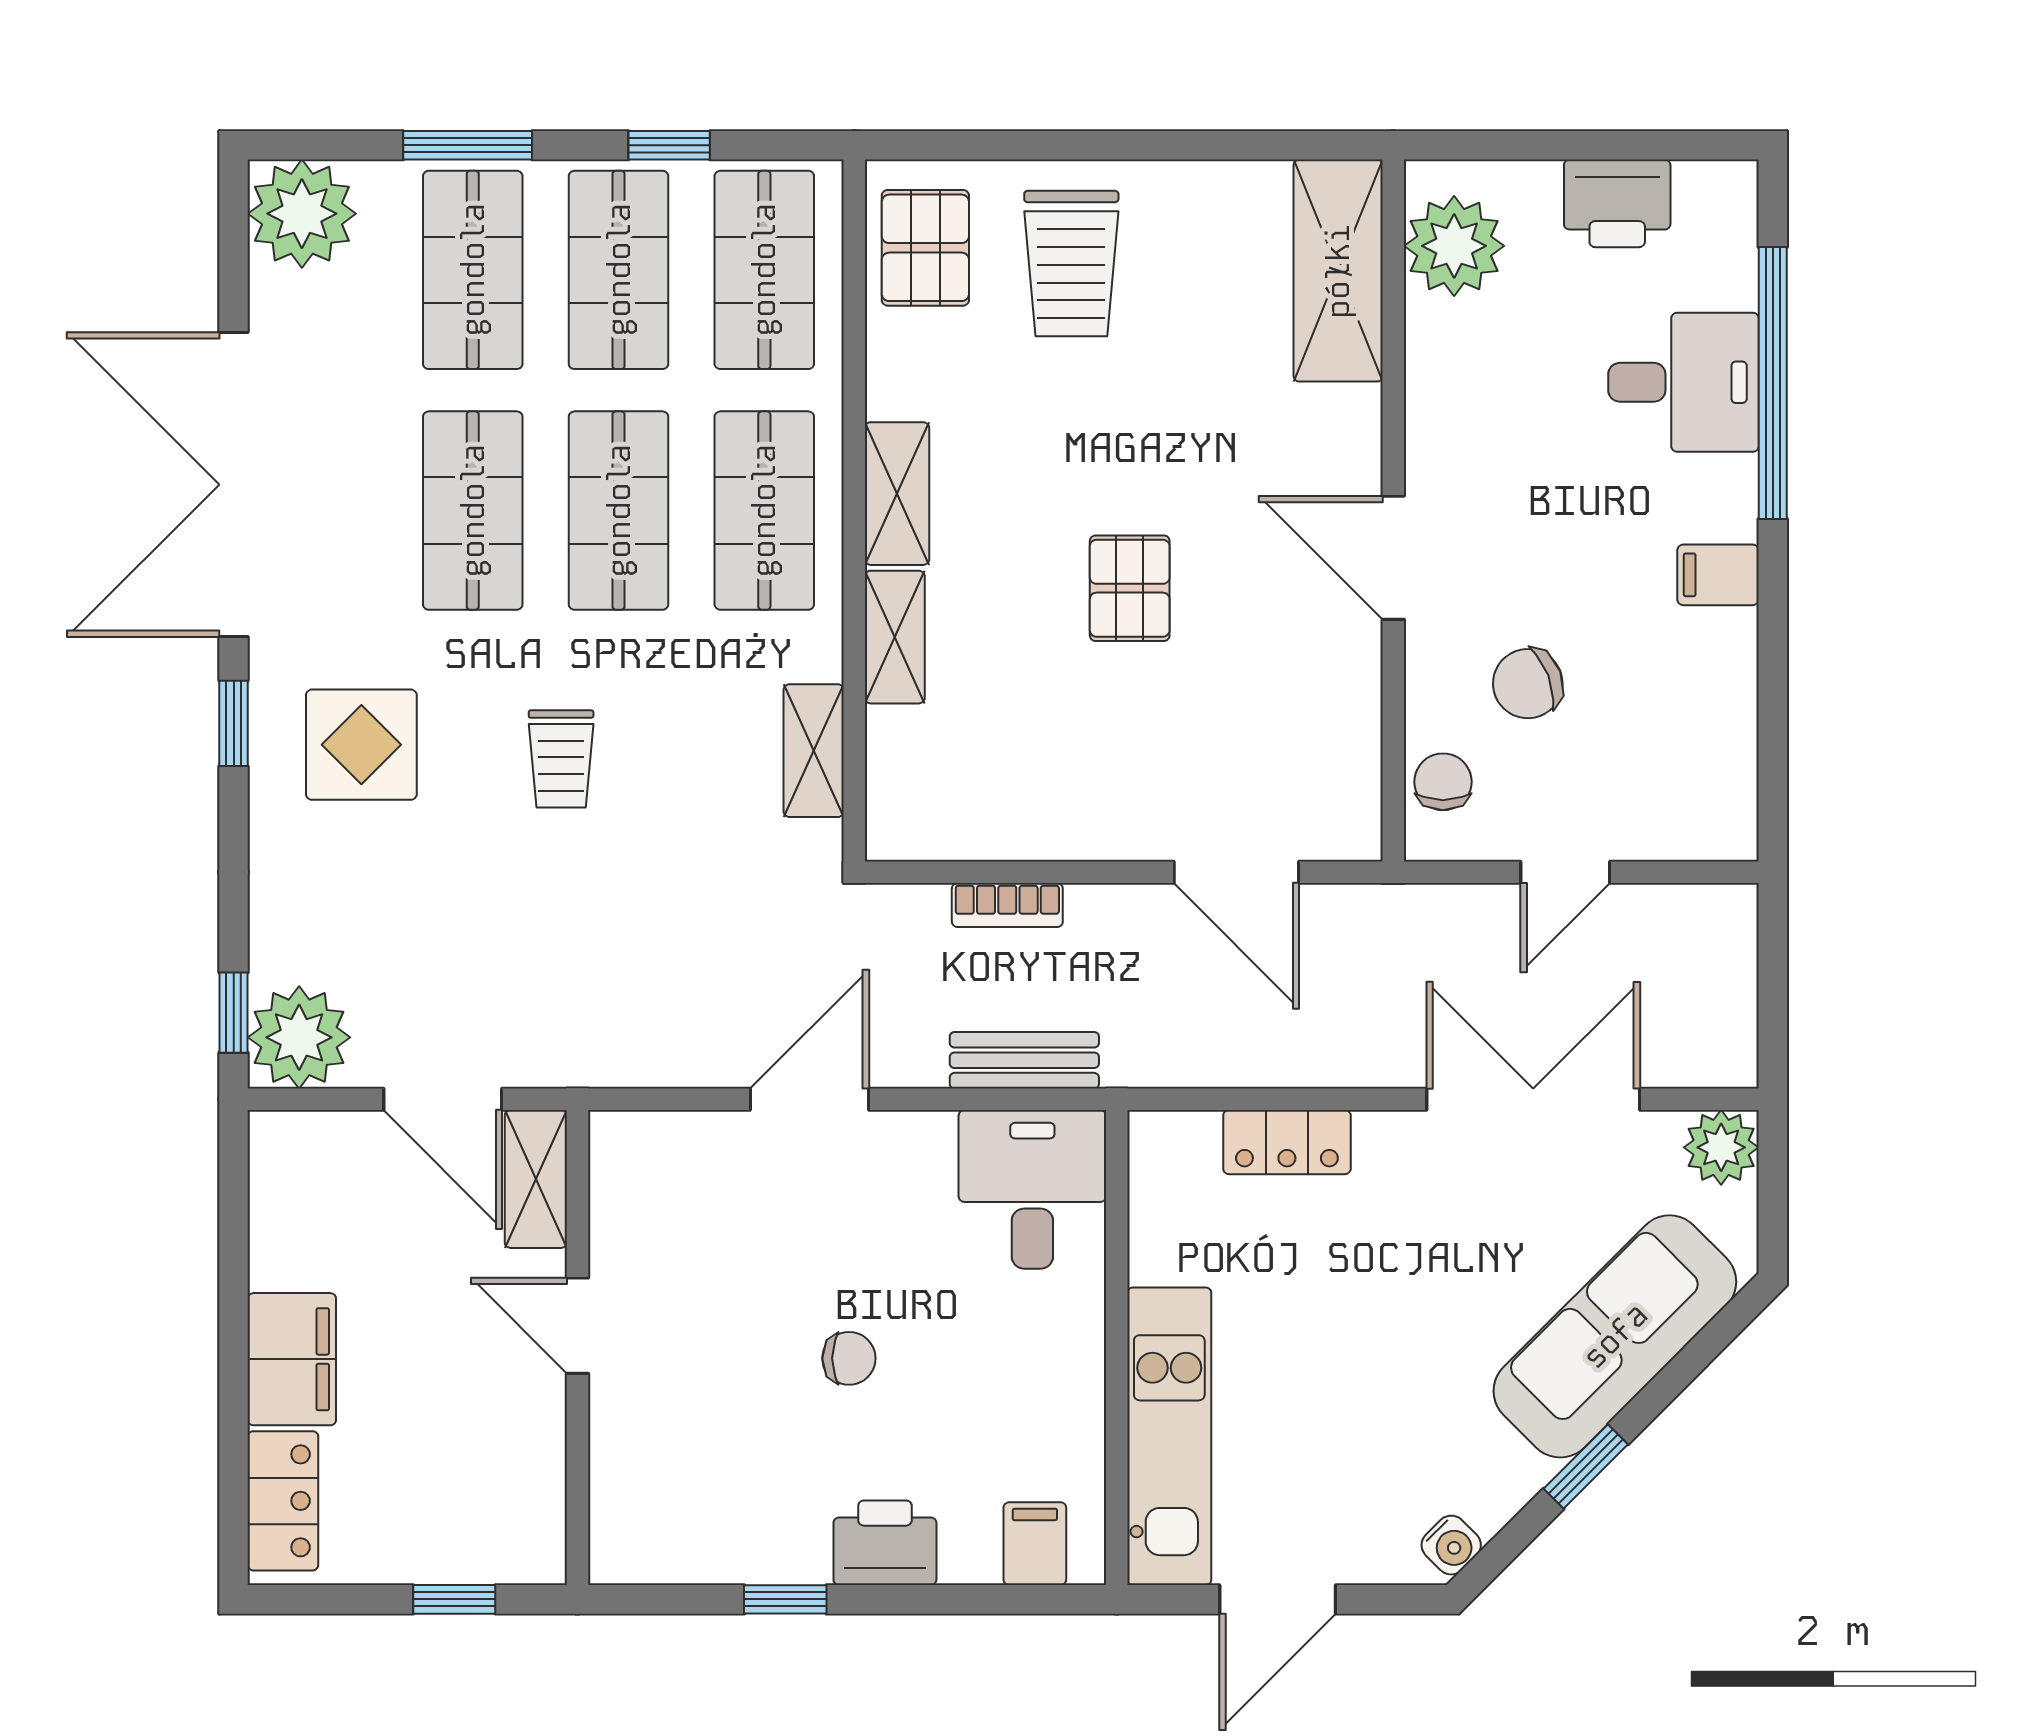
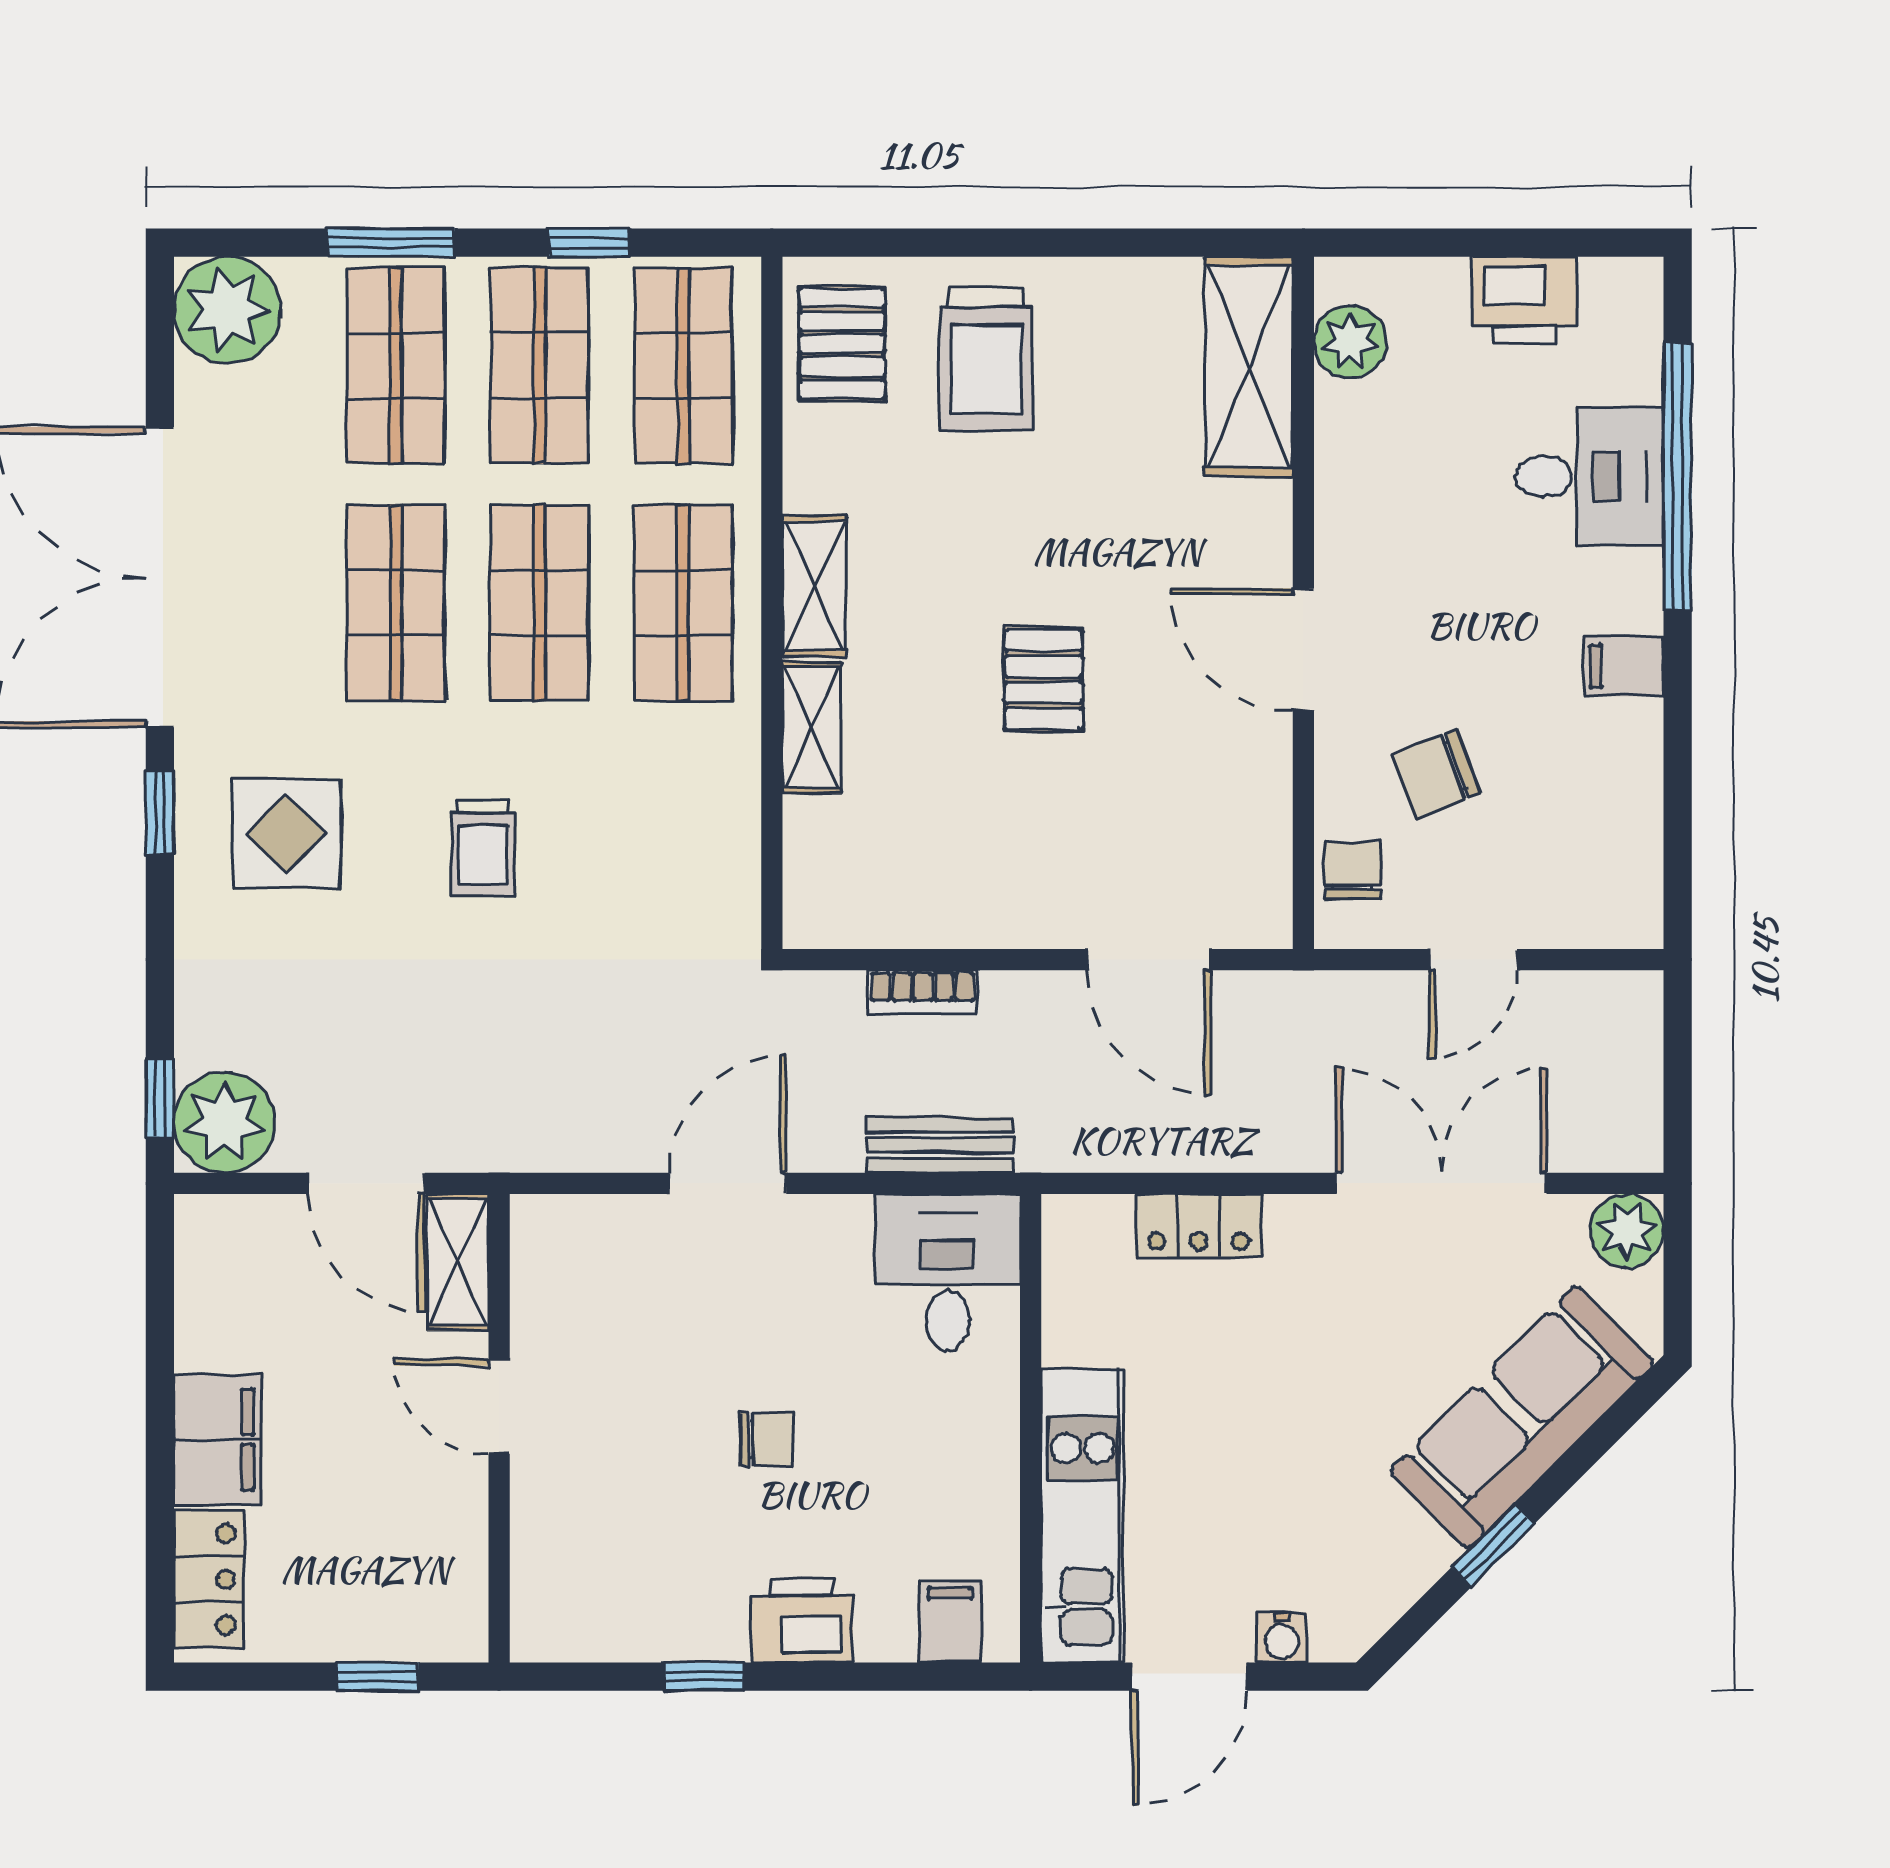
plant: (1454, 246) -> (1350, 342), width x0.73, depth x0.73
shelving: (814, 751) -> (732, 840), removed
water cooler: (1451, 1545) -> (1282, 1638), moved, turned 45

